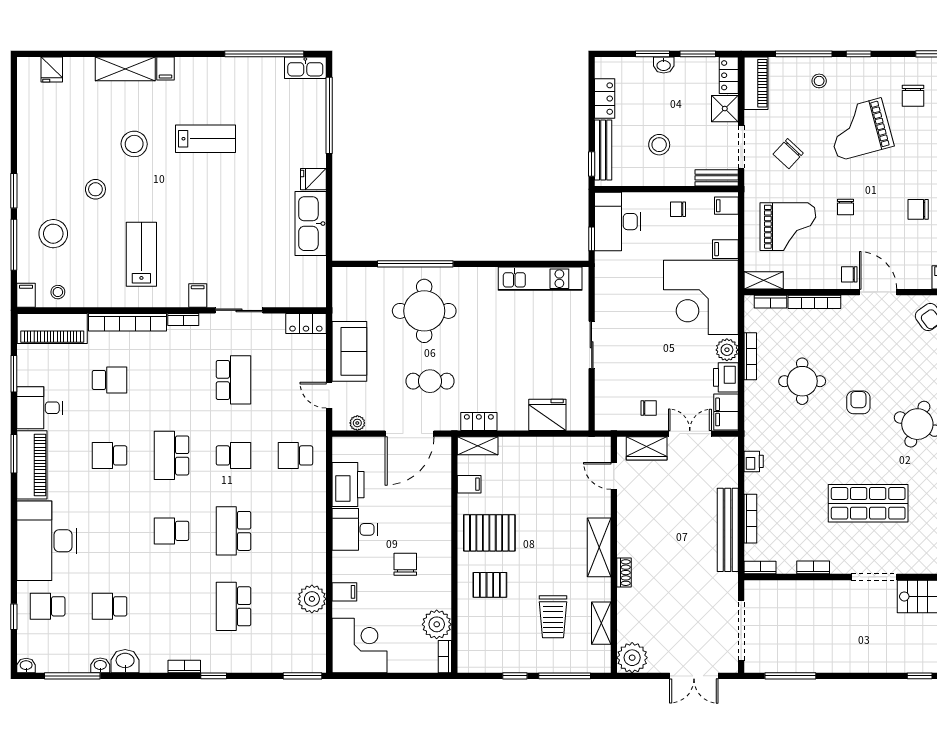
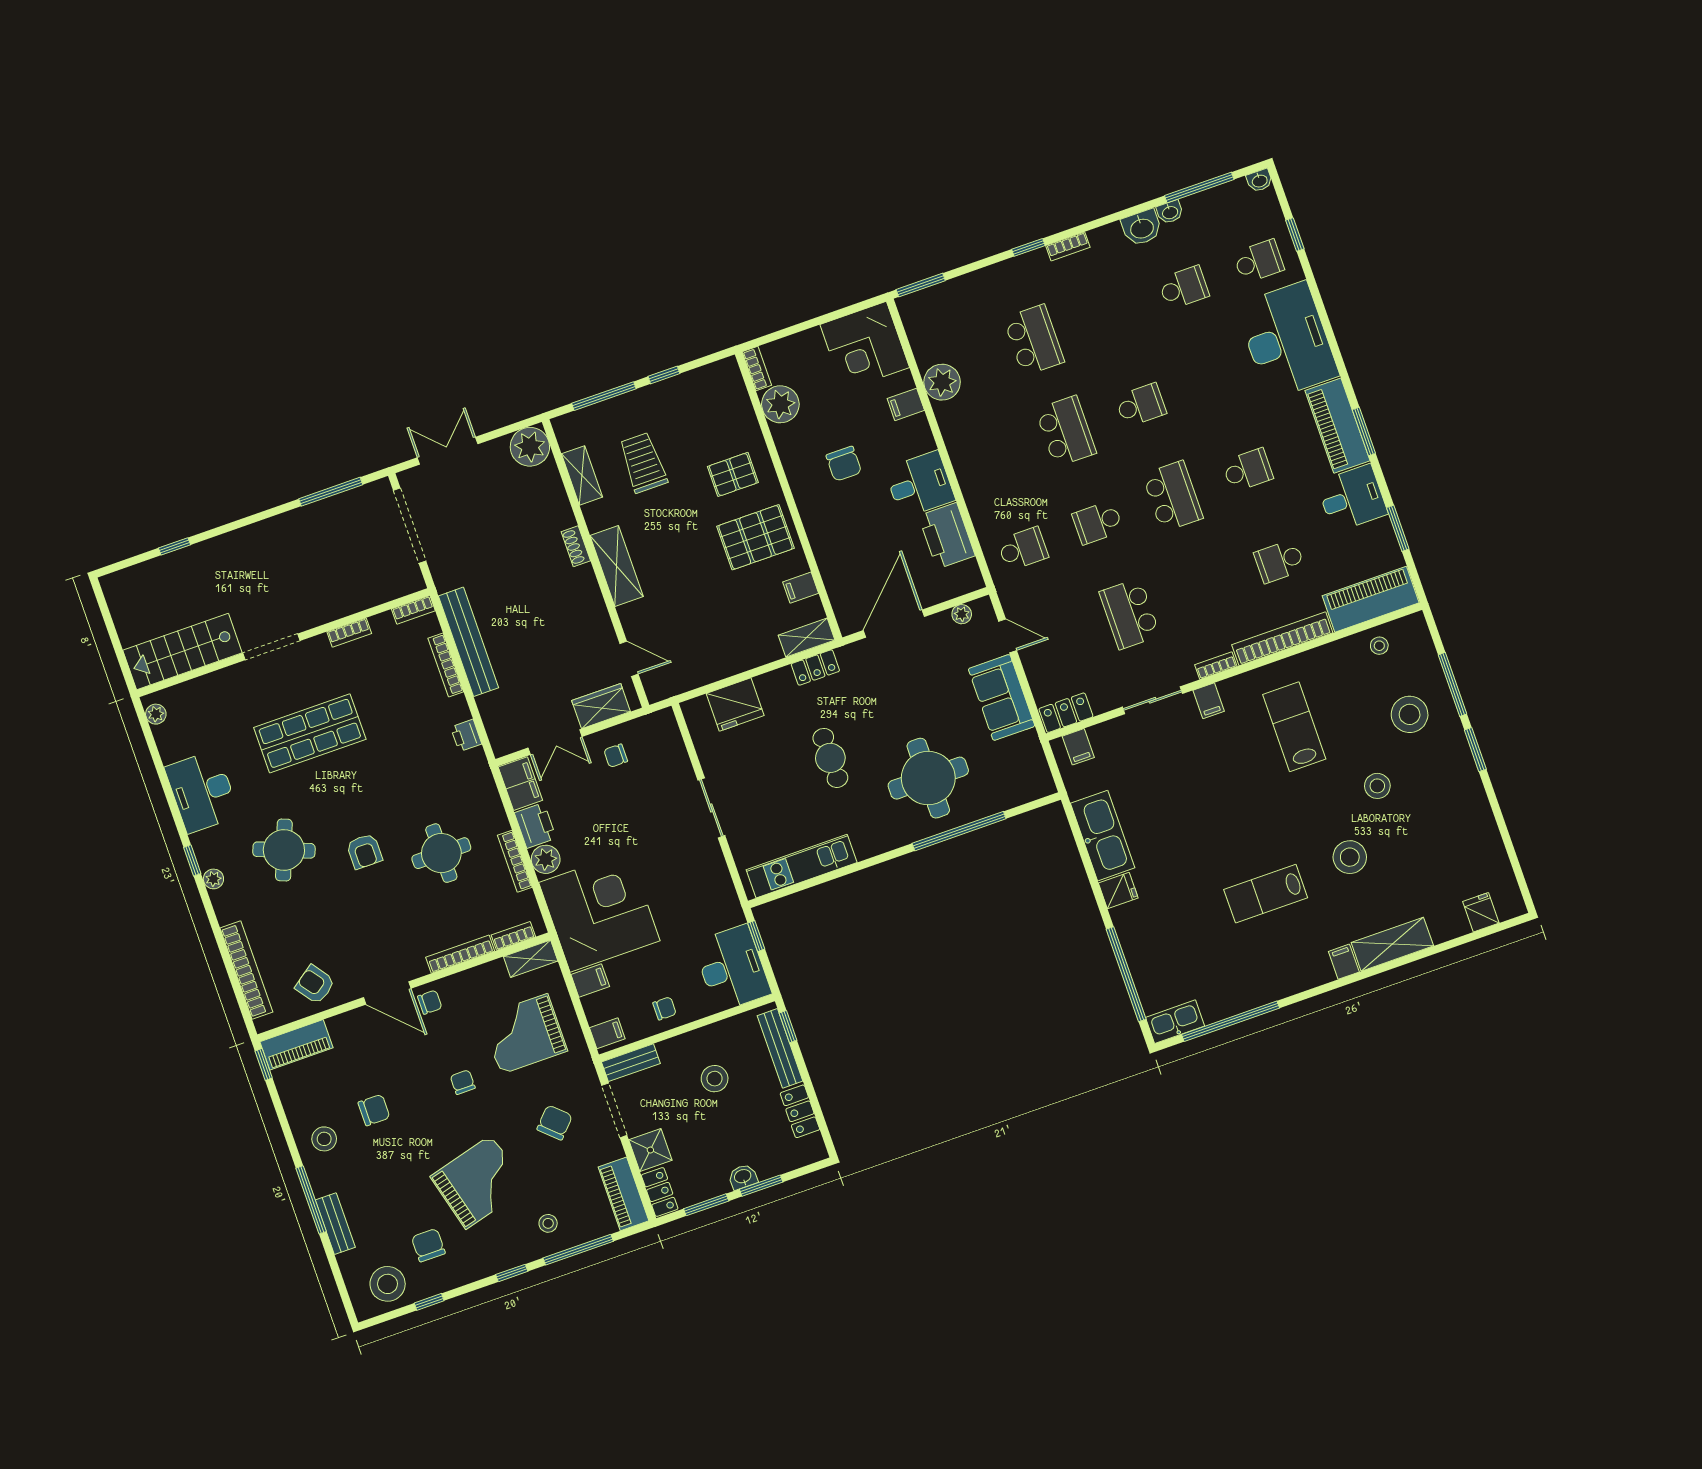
lab bench: (141, 254) -> (1294, 727), turned 180
filing cabinet: (26, 295) -> (1078, 747), moved
cafe table: (430, 381) -> (830, 758), moved, turned 90

